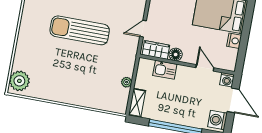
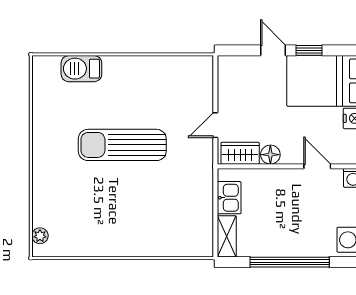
kitchen sink: (165, 70) -> (229, 198), moved, turned -90
plant: (19, 81) -> (40, 236), width x0.53, depth x0.53
plant: (127, 82) -> (206, 209), removed

